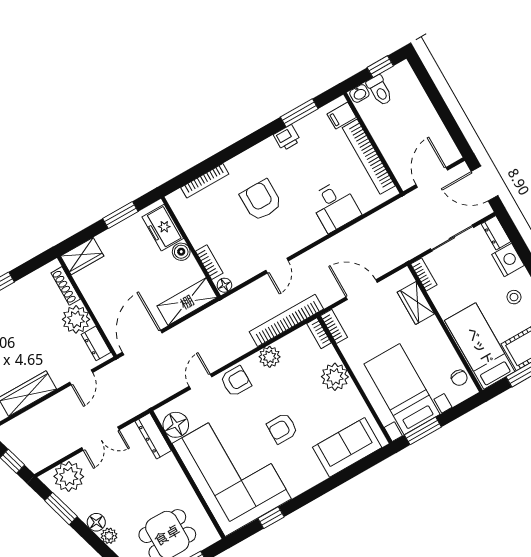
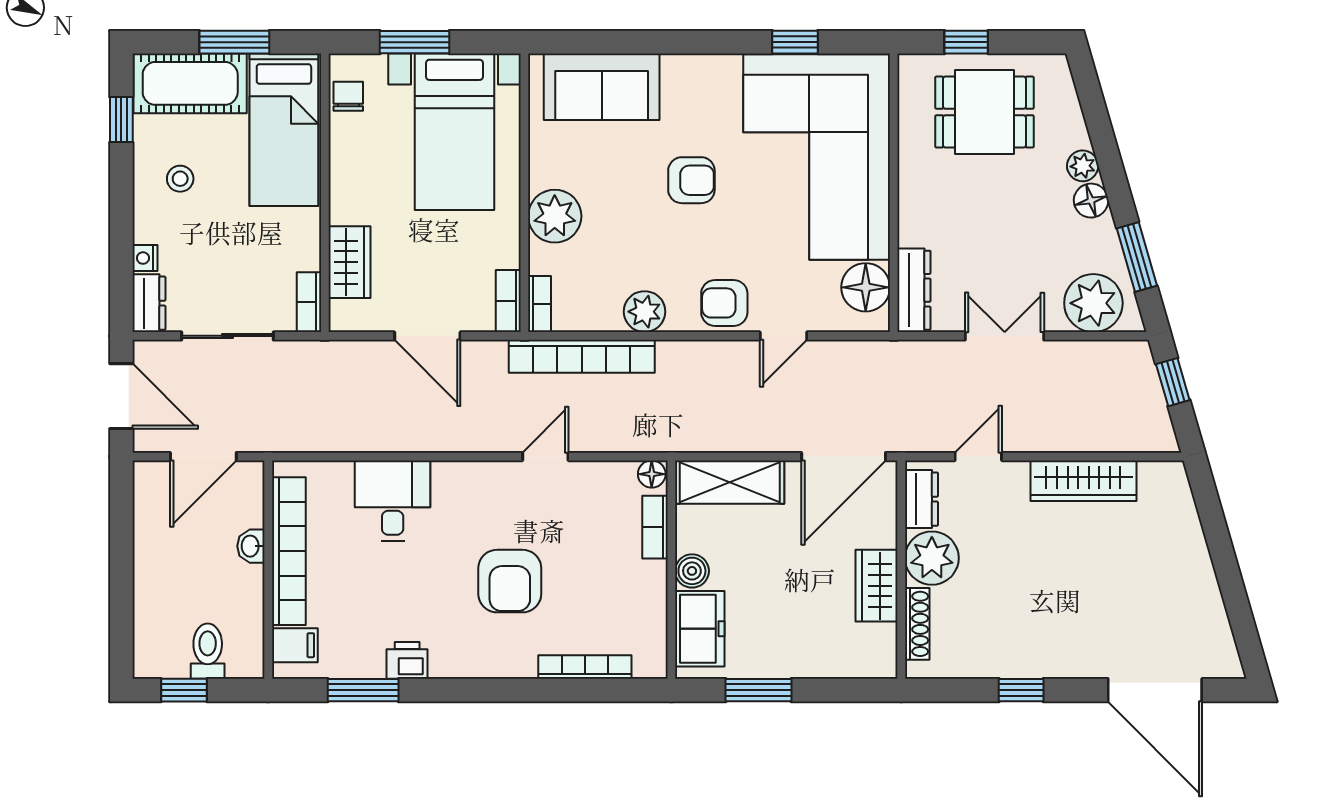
washbasin: (359, 93) -> (251, 546), moved, turned -90
wardrobe: (82, 256) -> (877, 586), moved, turned -90
nightstand: (508, 260) -> (145, 258), width x0.53, depth x0.56
window: (423, 431) -> (415, 42), moved

